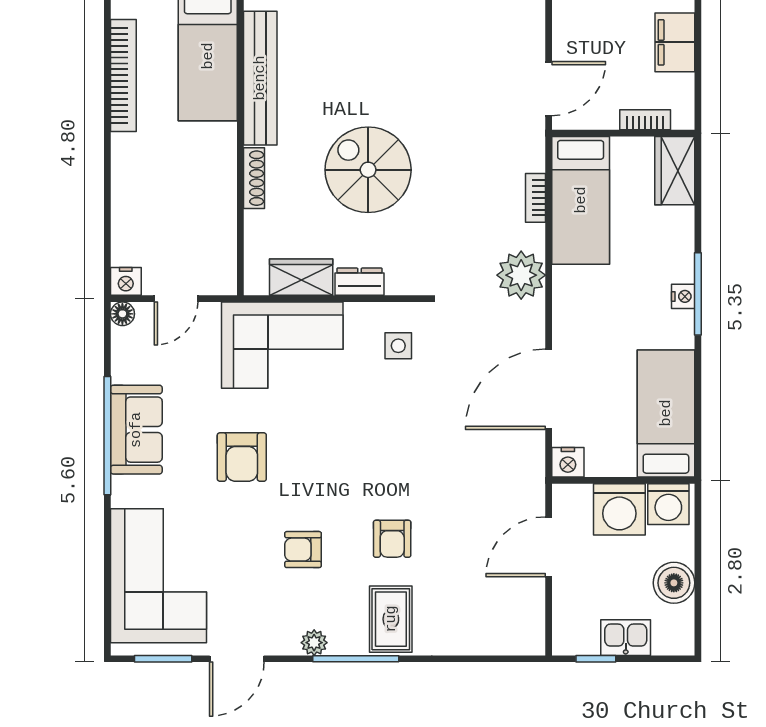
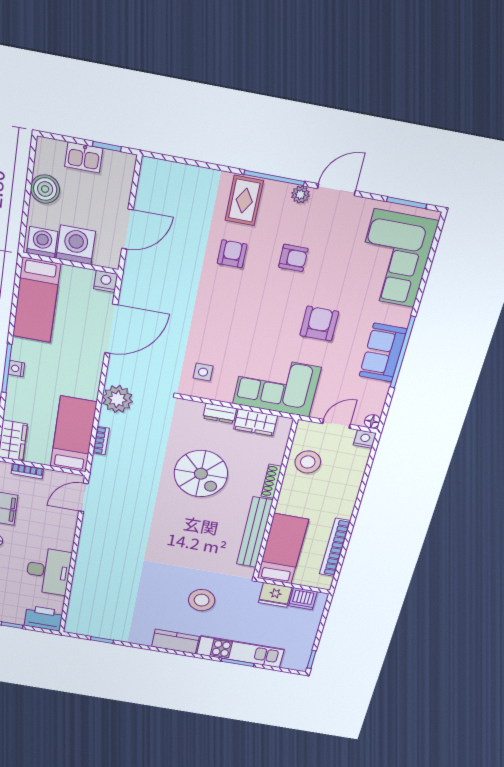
stool: (204, 224) -> (308, 462), added
door: (237, 659) -> (336, 190), moved

